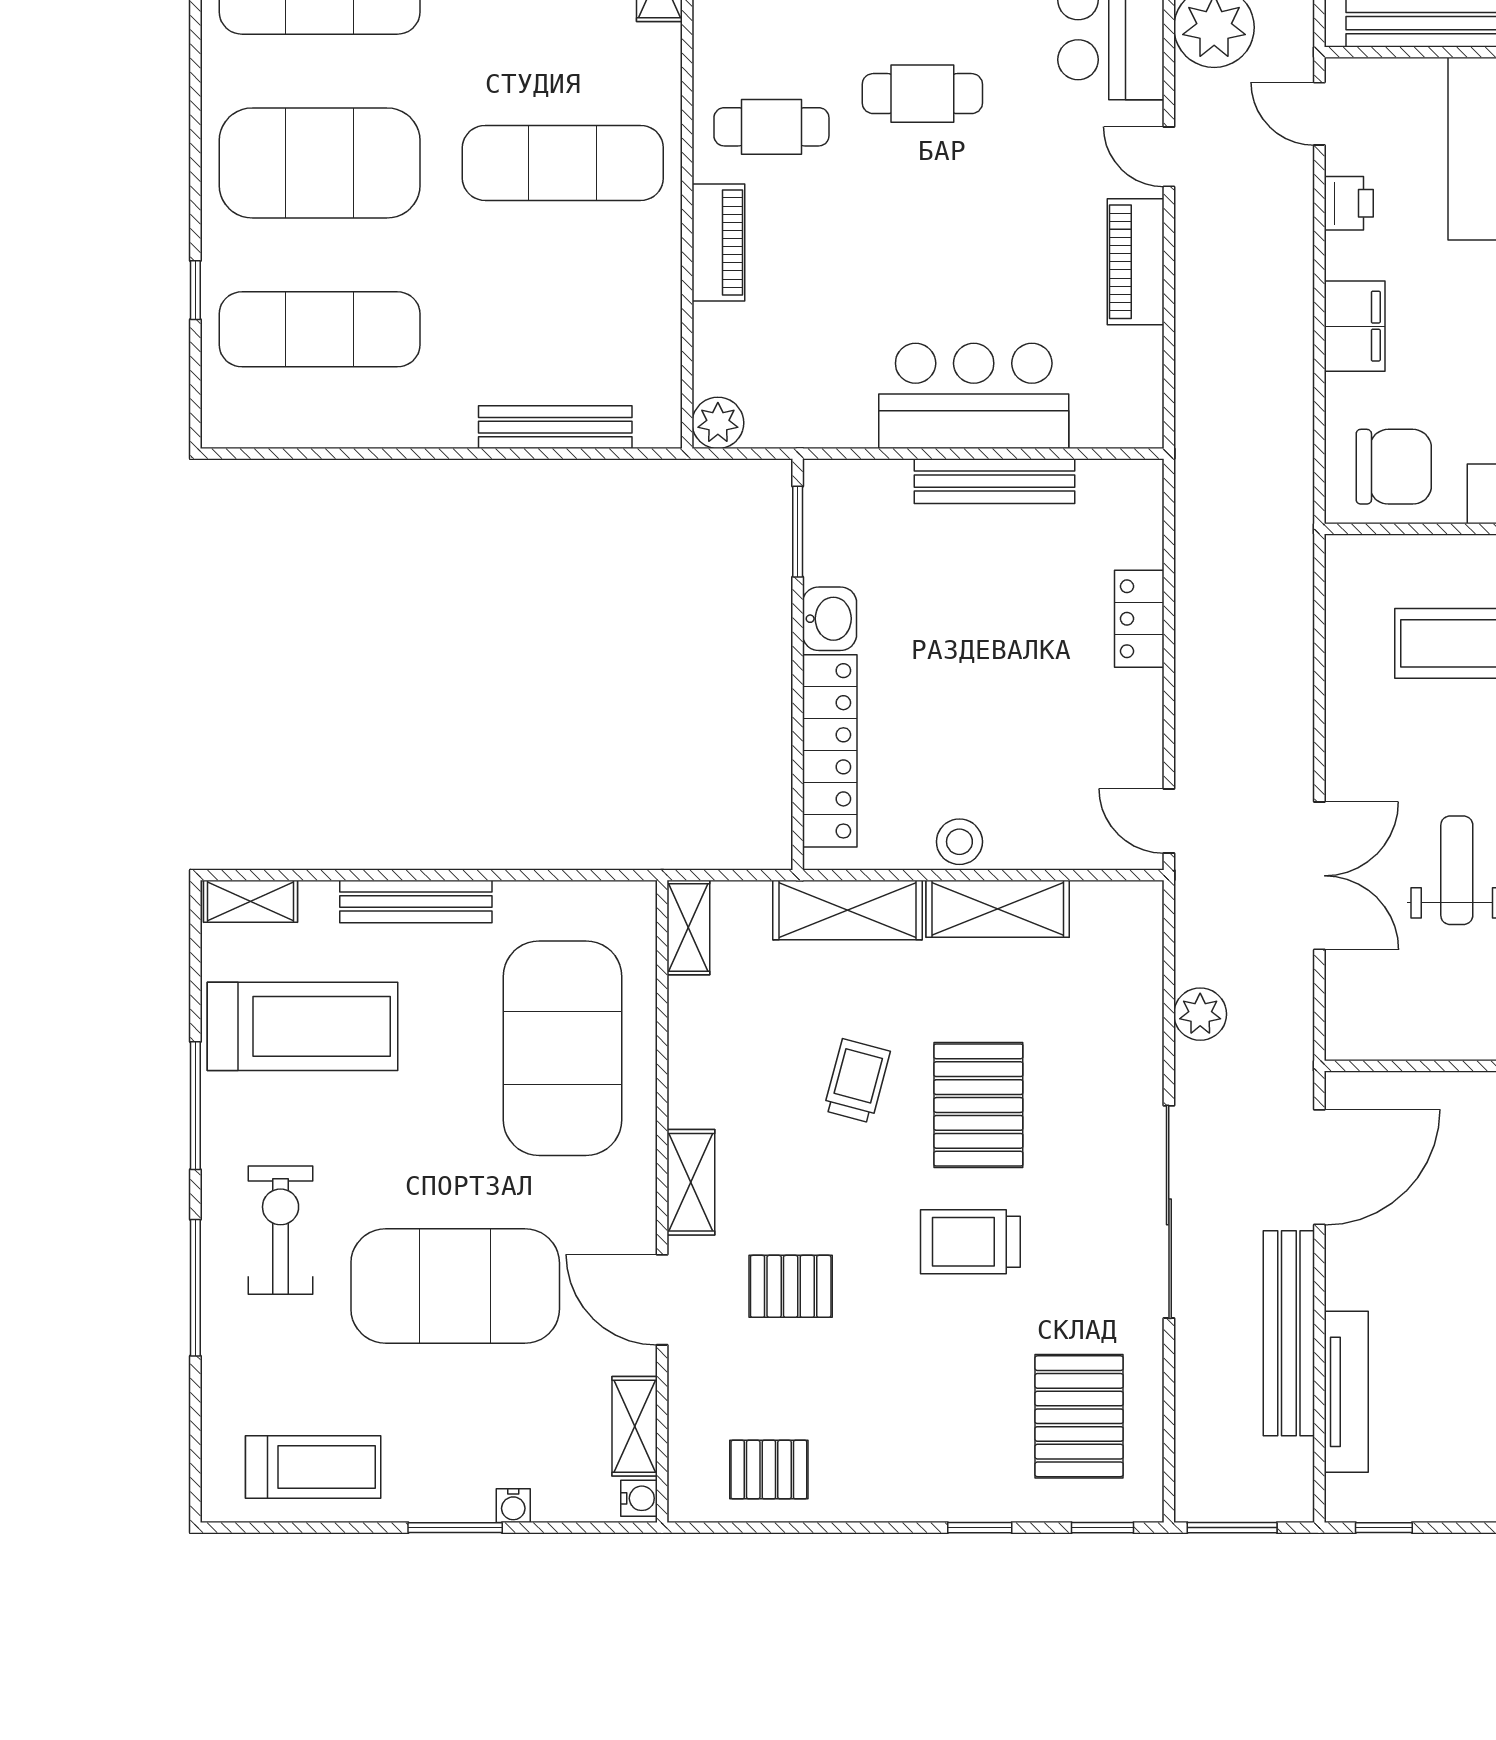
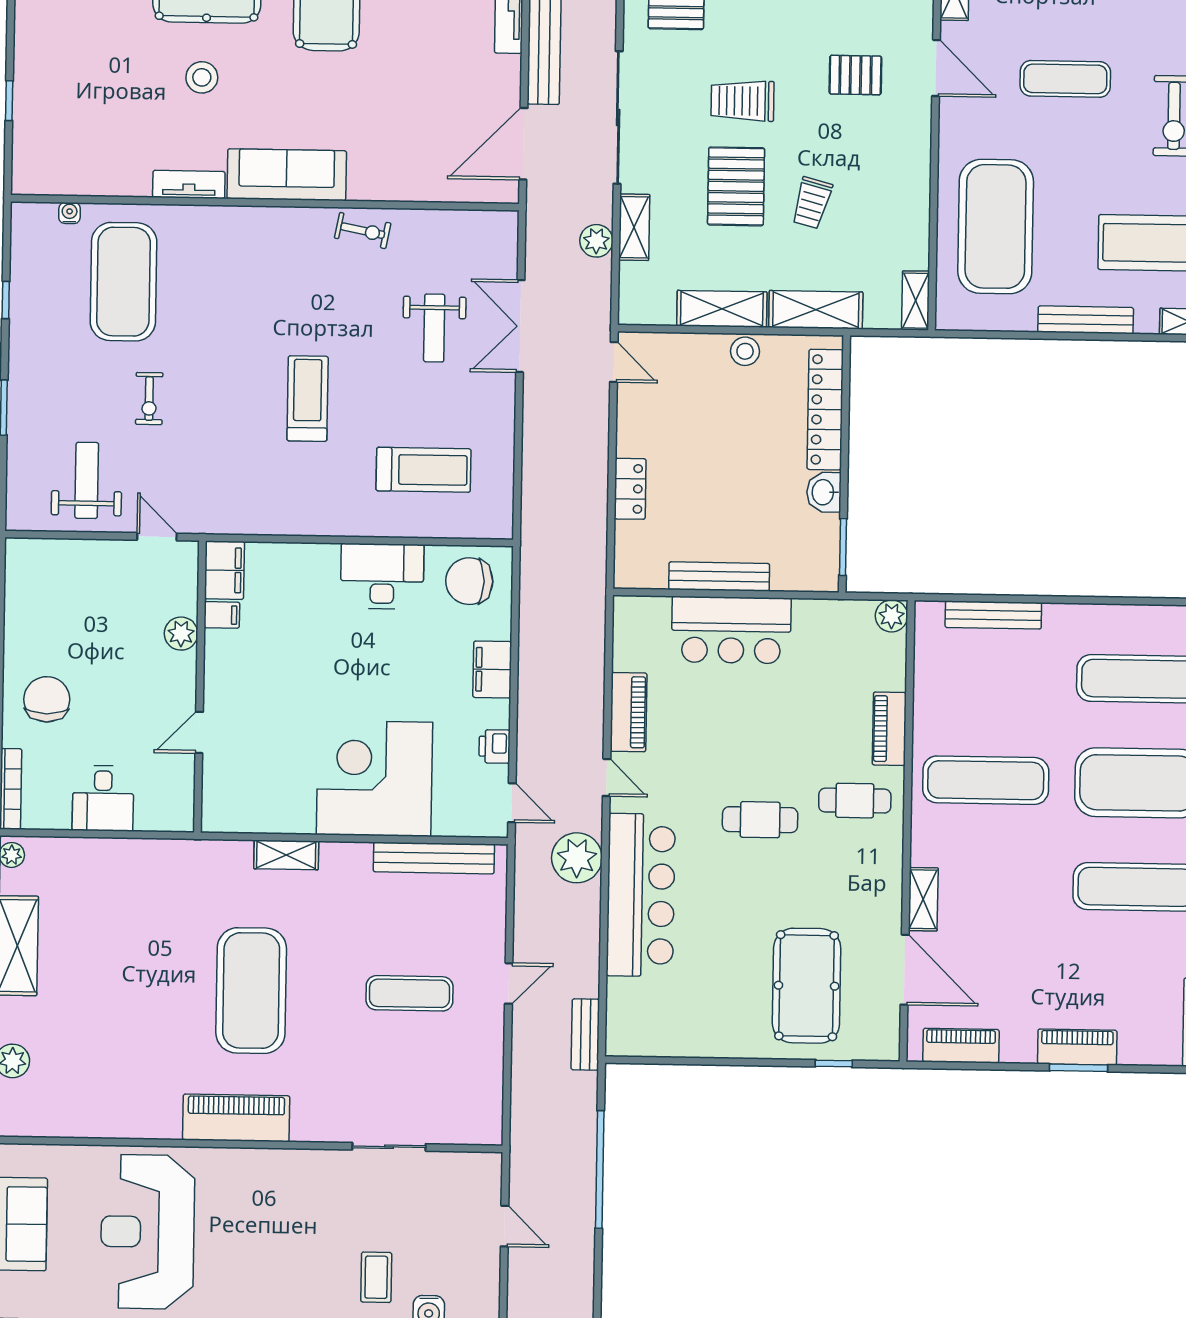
shelving: (691, 1182) -> (634, 227), moved
trolley: (970, 1242) -> (743, 101), turned 180
exercise mat: (455, 1286) -> (1065, 79), width x0.50, depth x0.69

